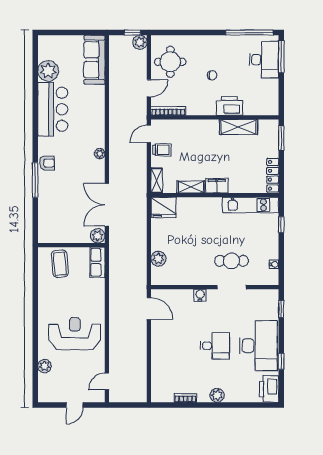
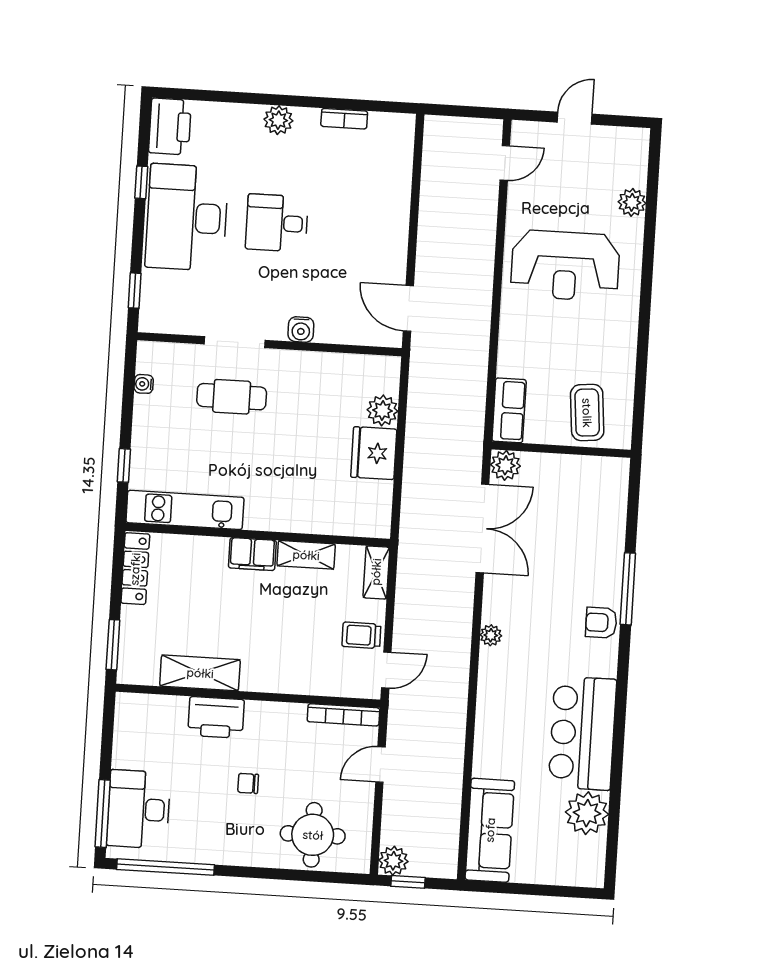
round table: (170, 62) -> (313, 835), moved
fridge: (164, 207) -> (374, 453), moved, turned -90

